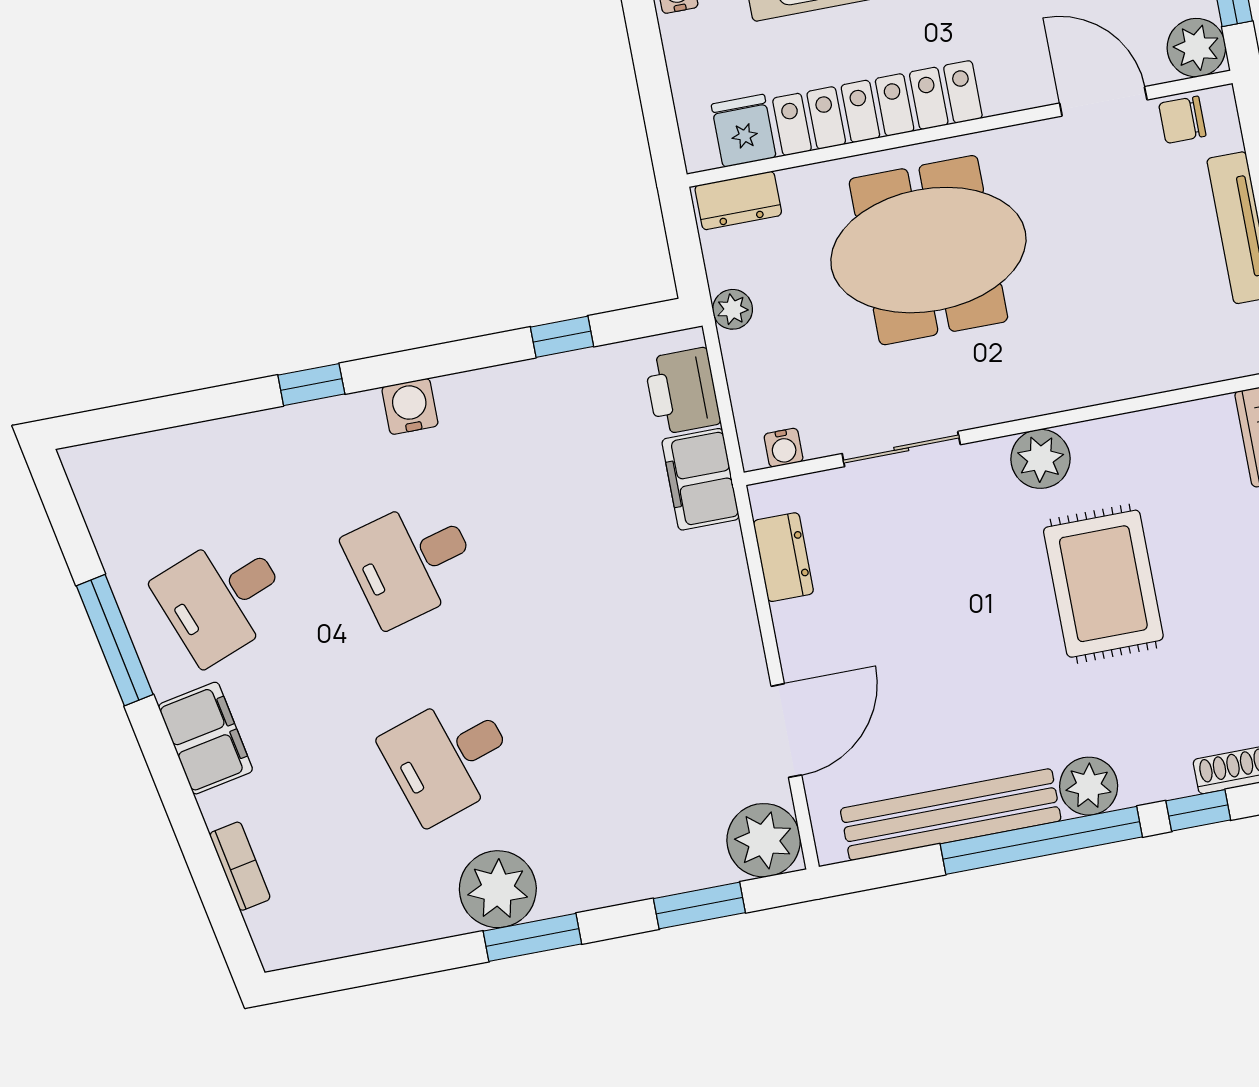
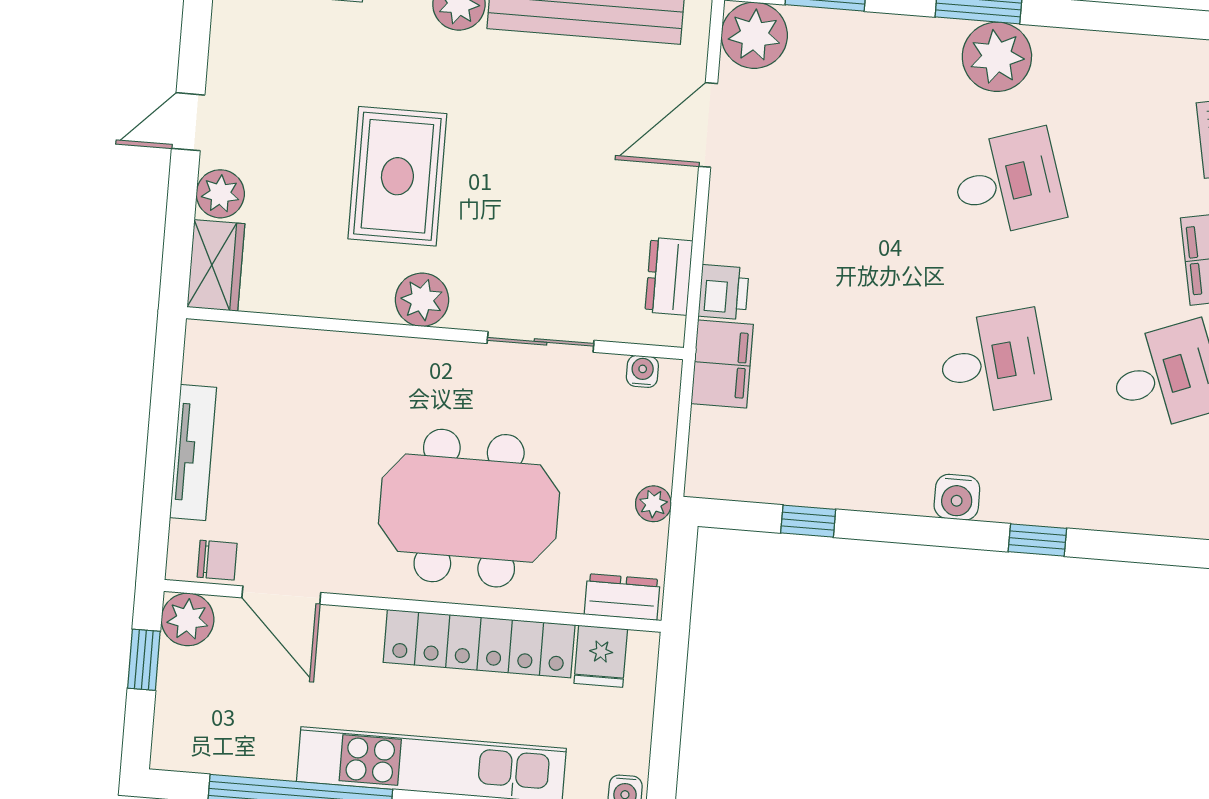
printer: (682, 391) -> (724, 292), moved, width x0.73, depth x0.81

